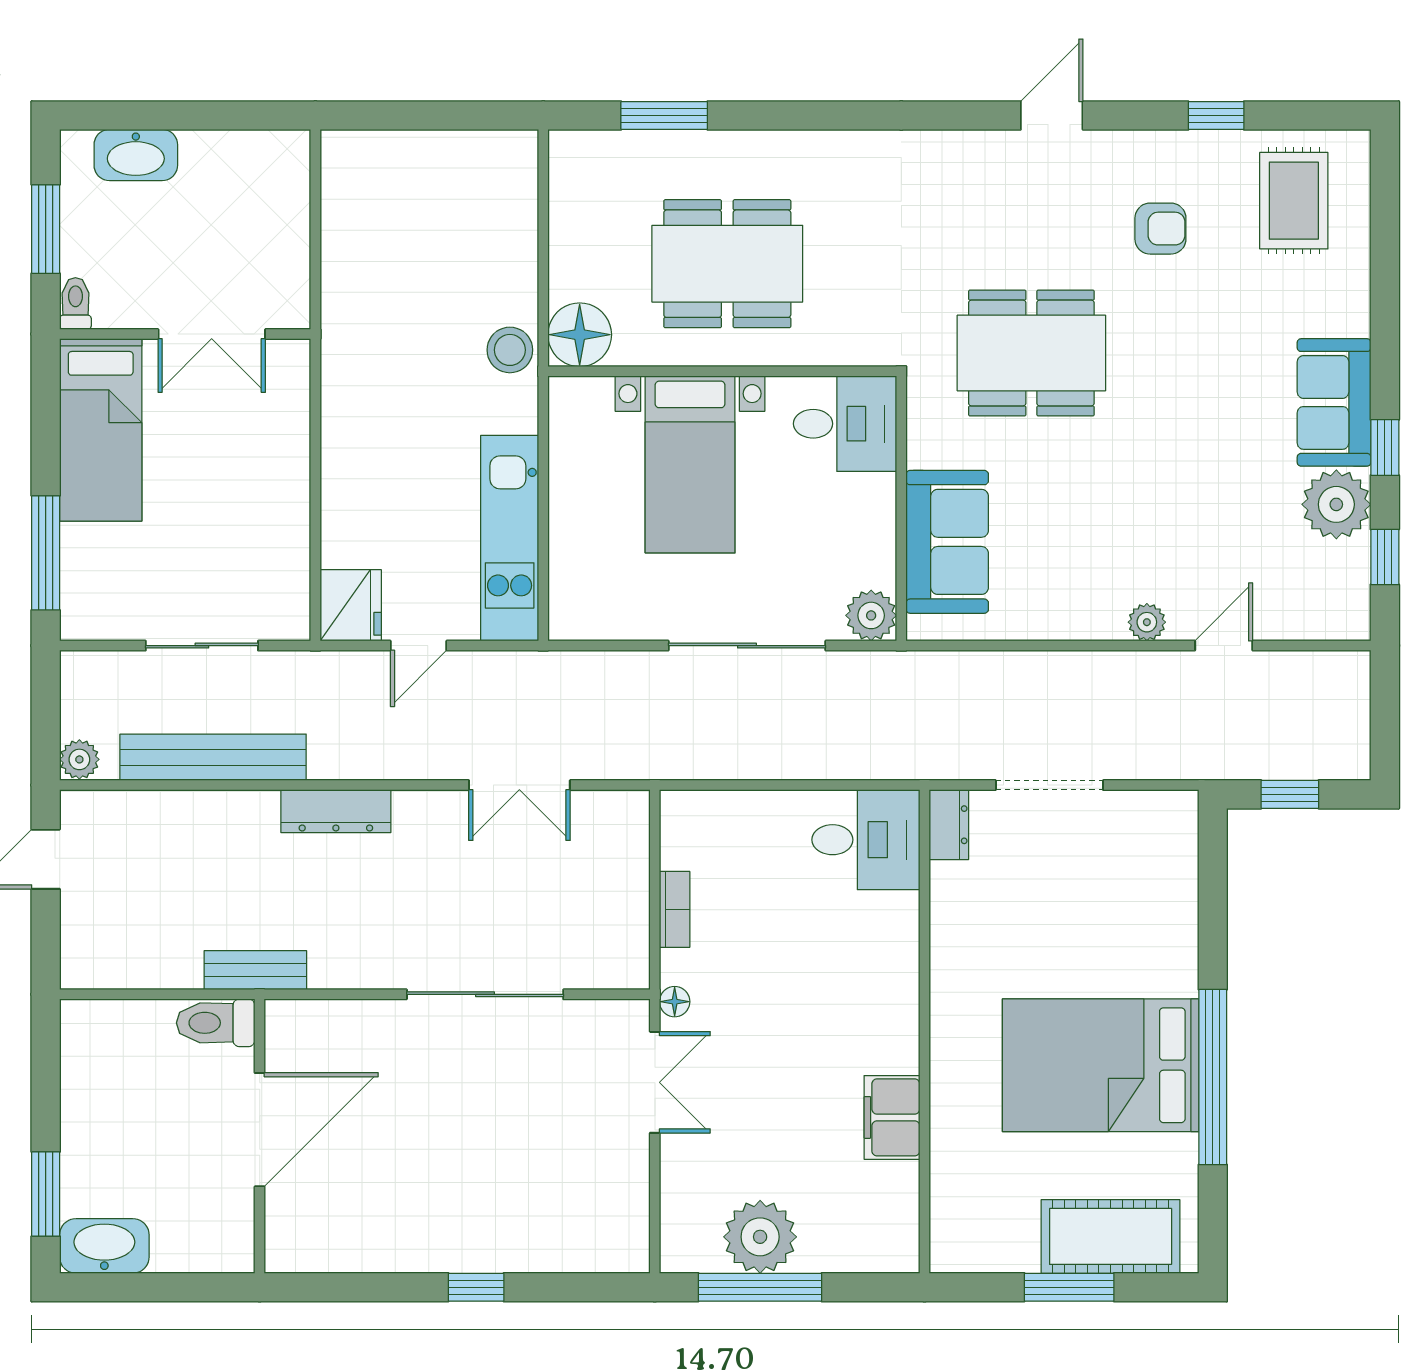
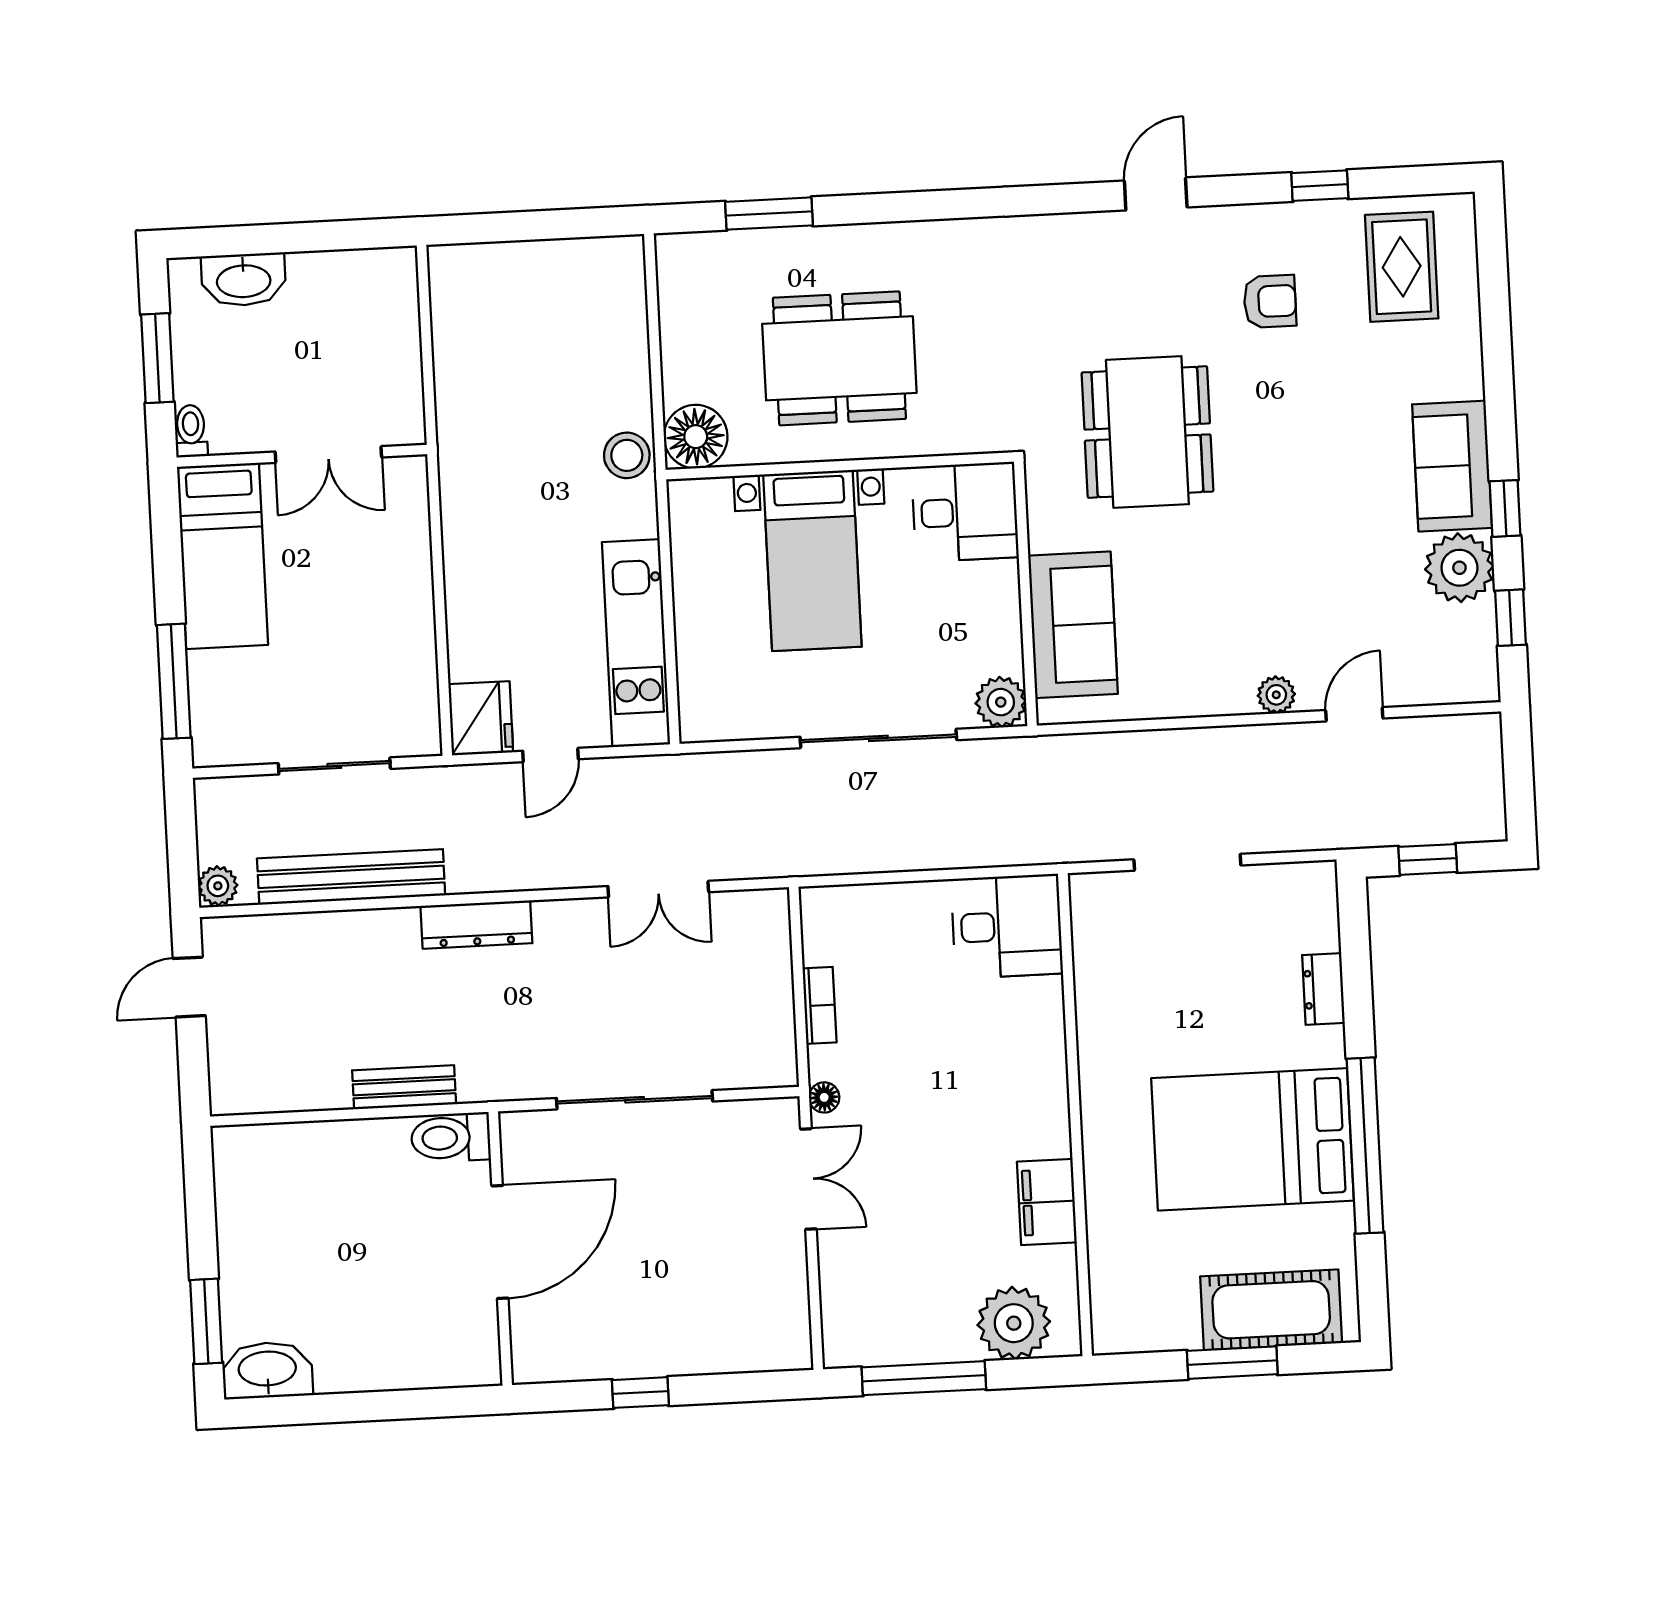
dining table: (1031, 353) -> (1147, 432), turned 90
dresser: (949, 825) -> (1324, 989), moved, turned 180
toilet: (216, 1023) -> (451, 1138), moved
door: (260, 1130) -> (500, 1242), moved
wall: (260, 1136) -> (500, 1248), moved
plant: (760, 1237) -> (1014, 1323), moved

